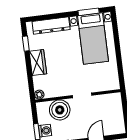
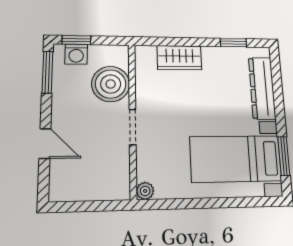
wardrobe: (38, 63) -> (179, 58), moved
plant: (39, 95) -> (145, 191), moved

